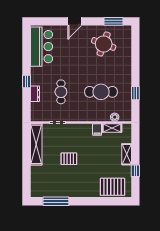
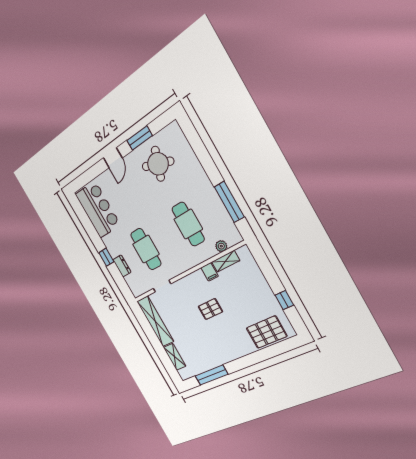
window: (113, 21) -> (140, 138), moved
cafe table: (61, 92) -> (146, 249), width x1.37, depth x1.35
cafe table: (101, 92) -> (188, 224), turned 90
window: (135, 93) -> (229, 202), width x2.17
shelving: (127, 154) -> (175, 357), moved
pallet: (69, 159) -> (210, 309), moved

